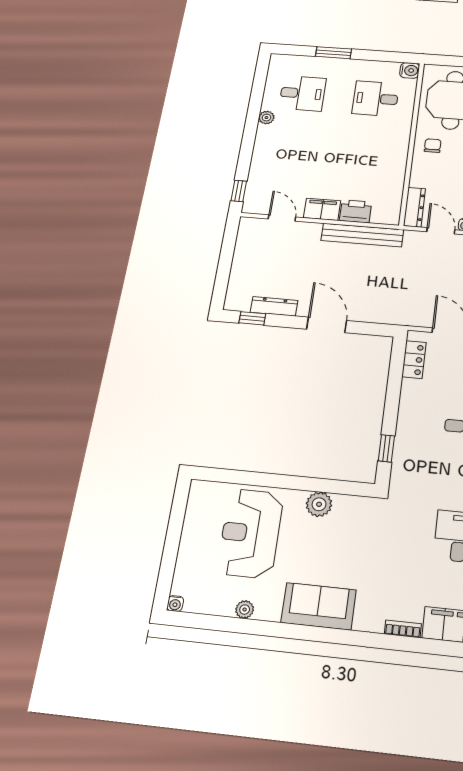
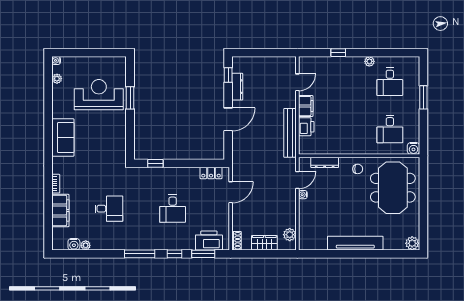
desk: (376, 99) -> (390, 129), turned 180
window: (239, 191) -> (338, 53), moved
dresser: (414, 207) -> (325, 162), moved
window: (265, 480) -> (130, 98), added
plant: (319, 504) -> (119, 130), removed
plant: (245, 610) -> (57, 79), moved

